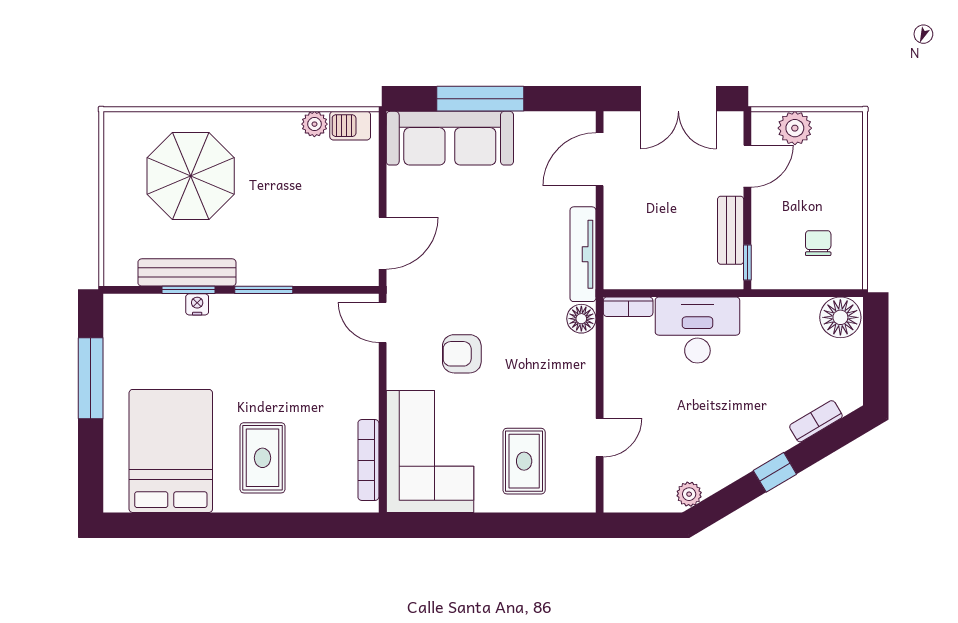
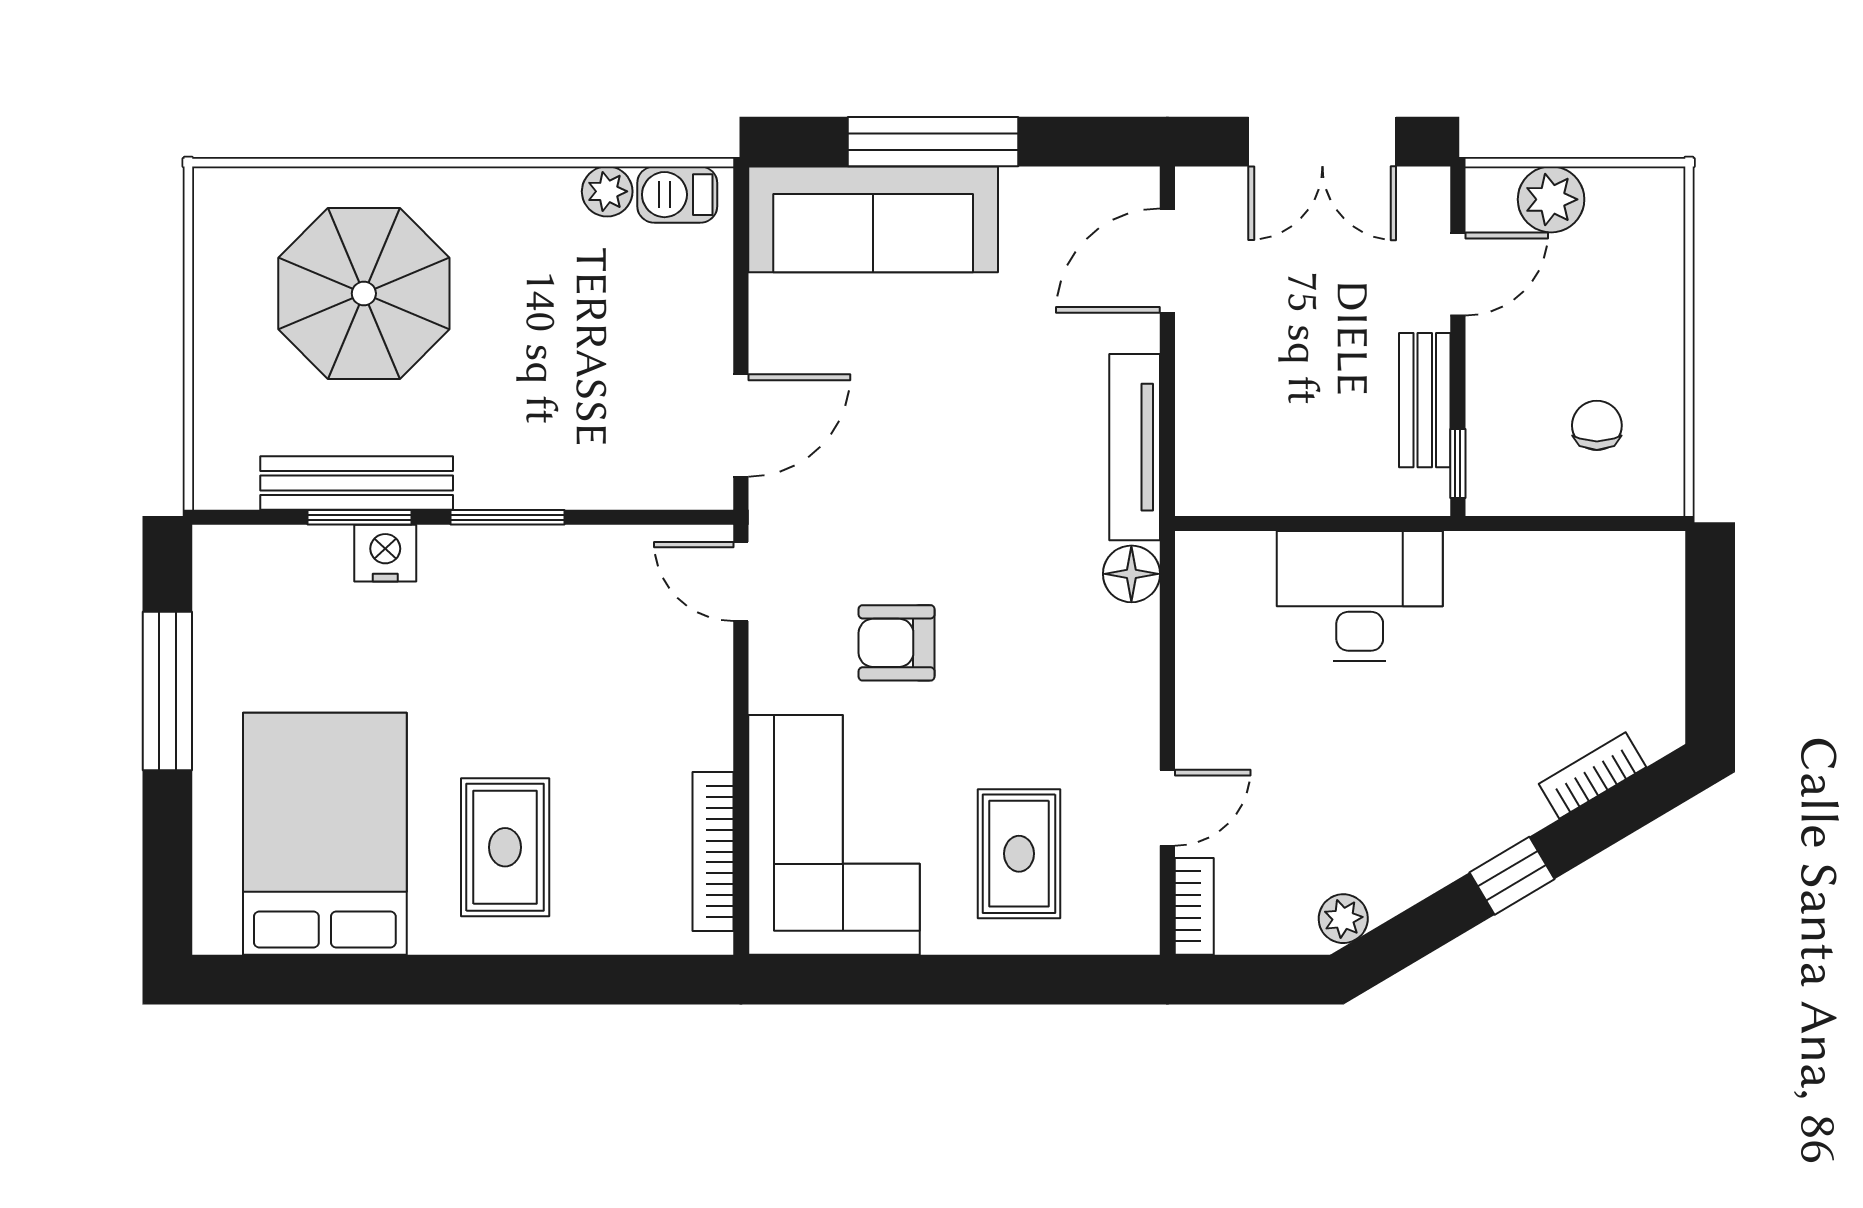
nightstand: (197, 304) -> (385, 553), width x1.39, depth x1.35
bookcase: (628, 307) -> (1194, 906), moved, turned -90
floor lamp: (840, 317) -> (1641, 571), removed

